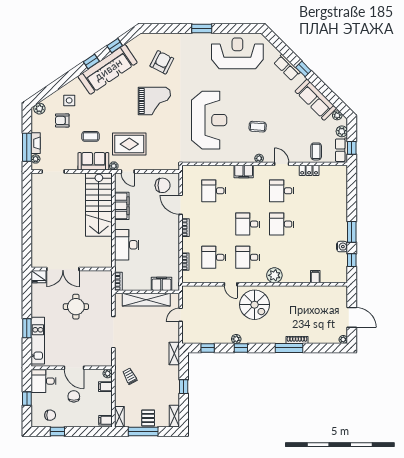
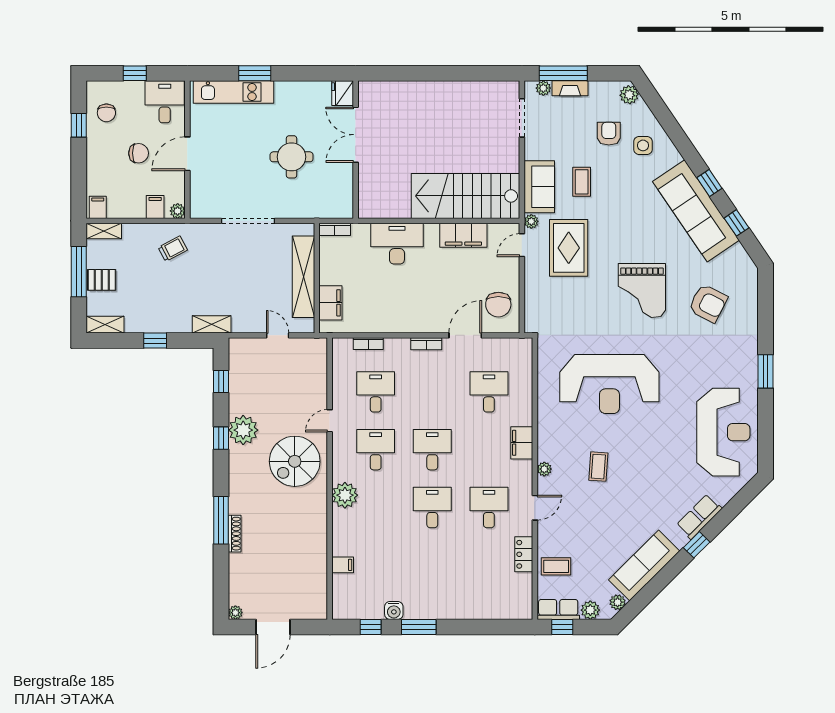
plant: (236, 339) -> (243, 430), width x1.87, depth x1.87

